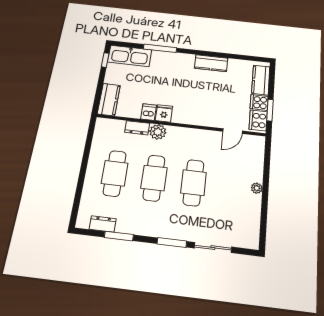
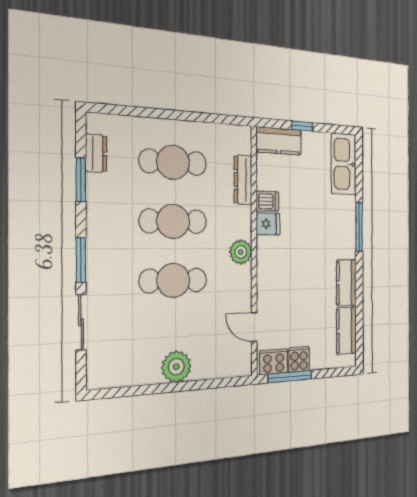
window: (160, 48) -> (359, 227), moved
window: (105, 60) -> (302, 126), moved
kitchen counter: (261, 80) -> (346, 331), moved, turned -90
window: (270, 110) -> (290, 377), width x1.44
dresser: (137, 128) -> (243, 180), width x1.44
plant: (158, 132) -> (241, 252), moved
plant: (257, 188) -> (176, 367), width x1.88, depth x1.88

